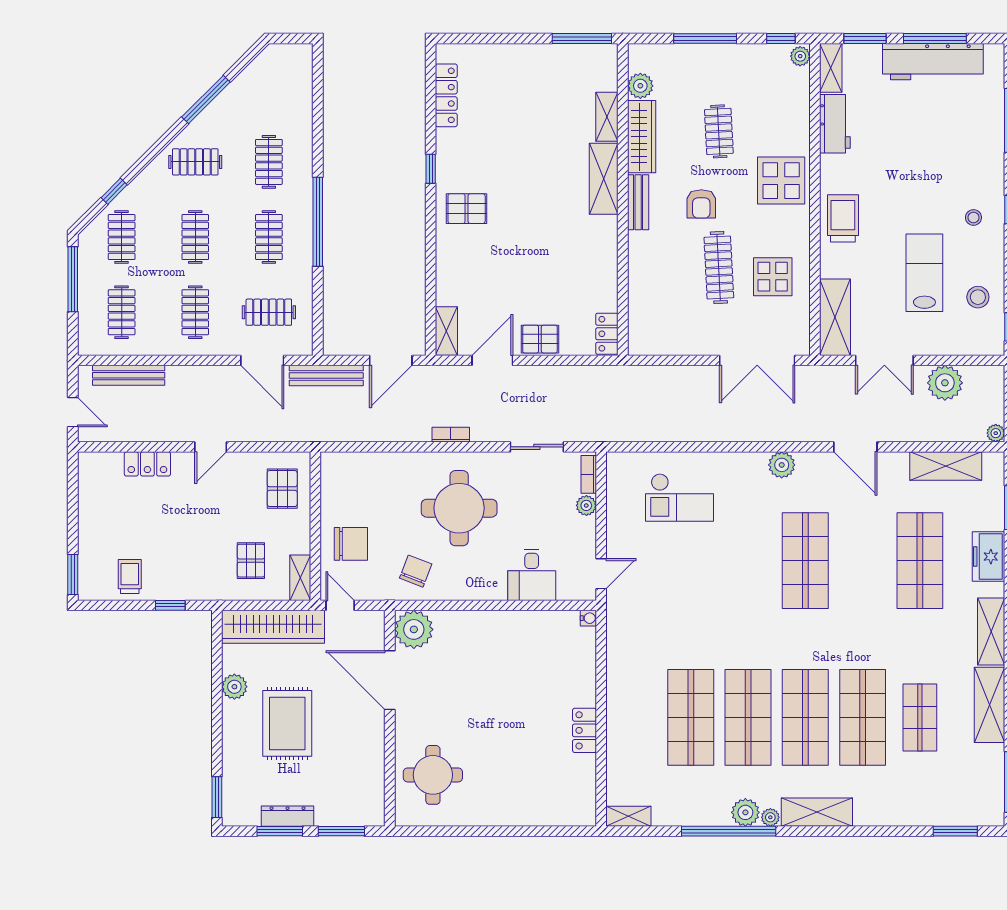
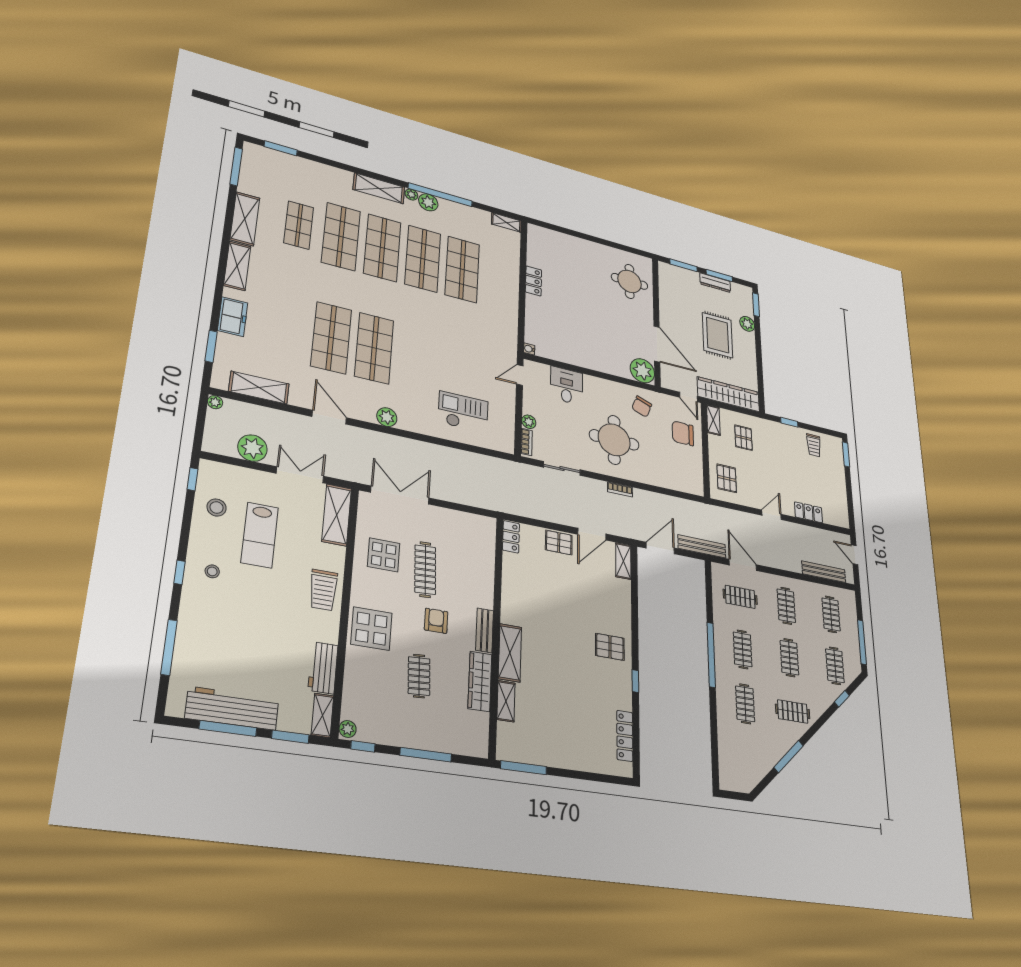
plant: (640, 86) -> (479, 722), removed
shop shelf: (920, 561) -> (331, 338), moved
plant: (234, 687) -> (747, 324), moved

